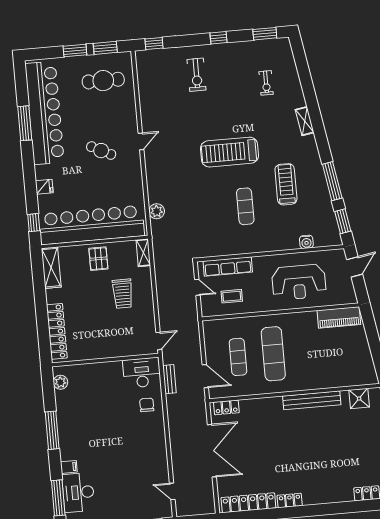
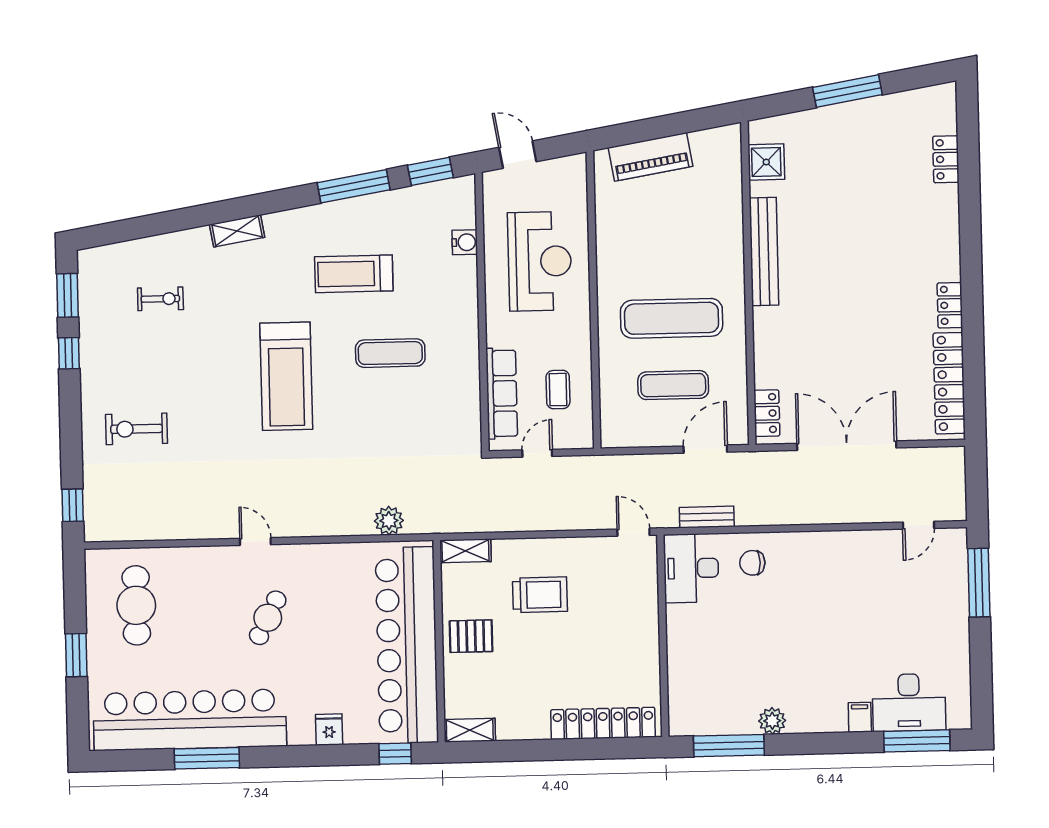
window: (218, 38) -> (69, 353), moved
window: (105, 48) -> (75, 597), removed
exercise bike: (197, 75) -> (137, 429), turned 180
shelving: (51, 268) -> (470, 730), width x0.67, depth x0.75
piano: (339, 317) -> (651, 157), moved, turned 80
plant: (60, 382) -> (772, 721), moved
window: (52, 430) -> (729, 746), moved

